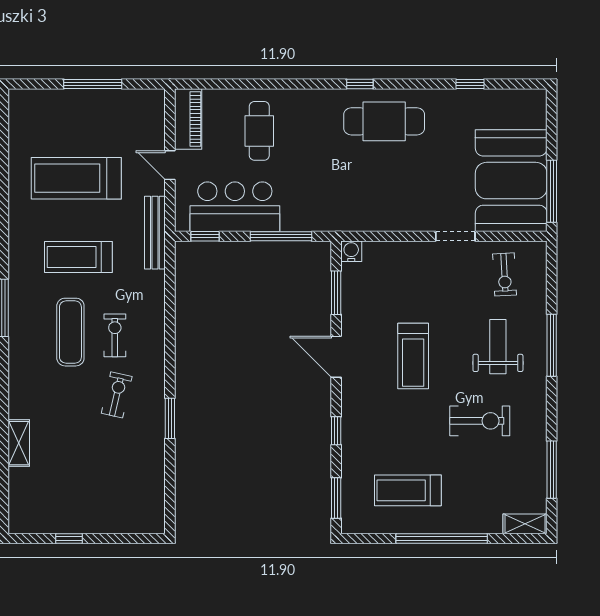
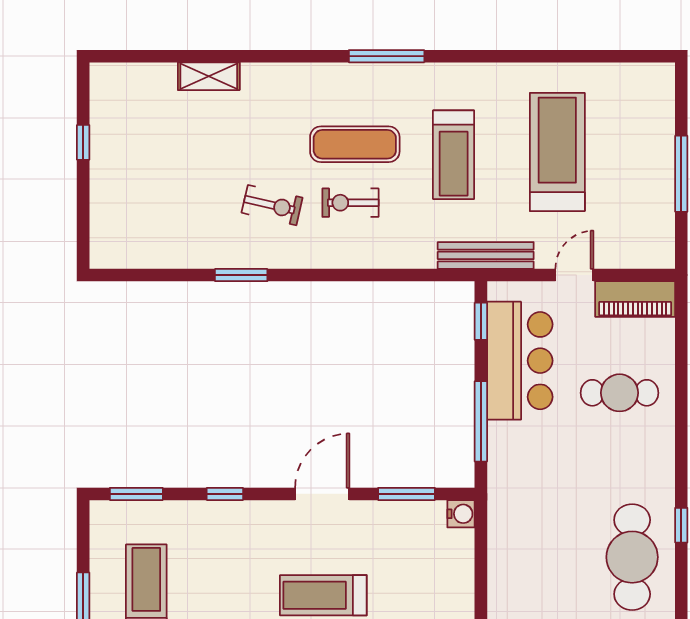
treadmill: (78, 257) -> (454, 155), turned 180
exercise bike: (115, 335) -> (350, 203), turned 180

